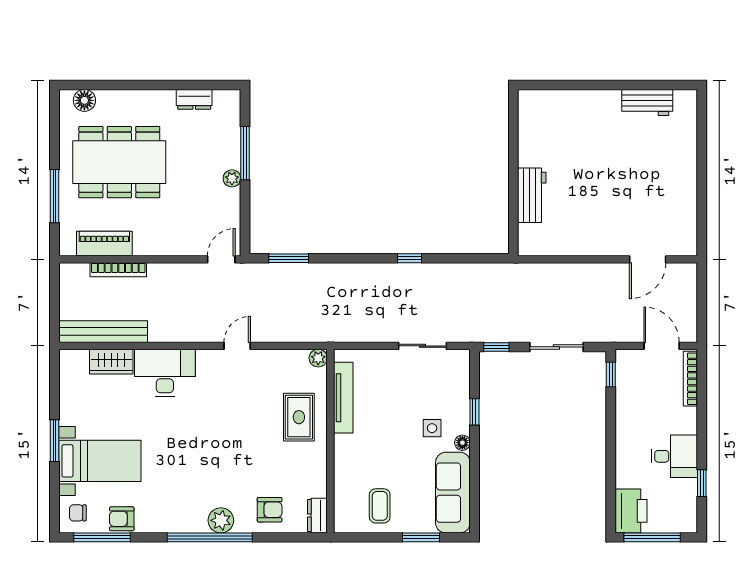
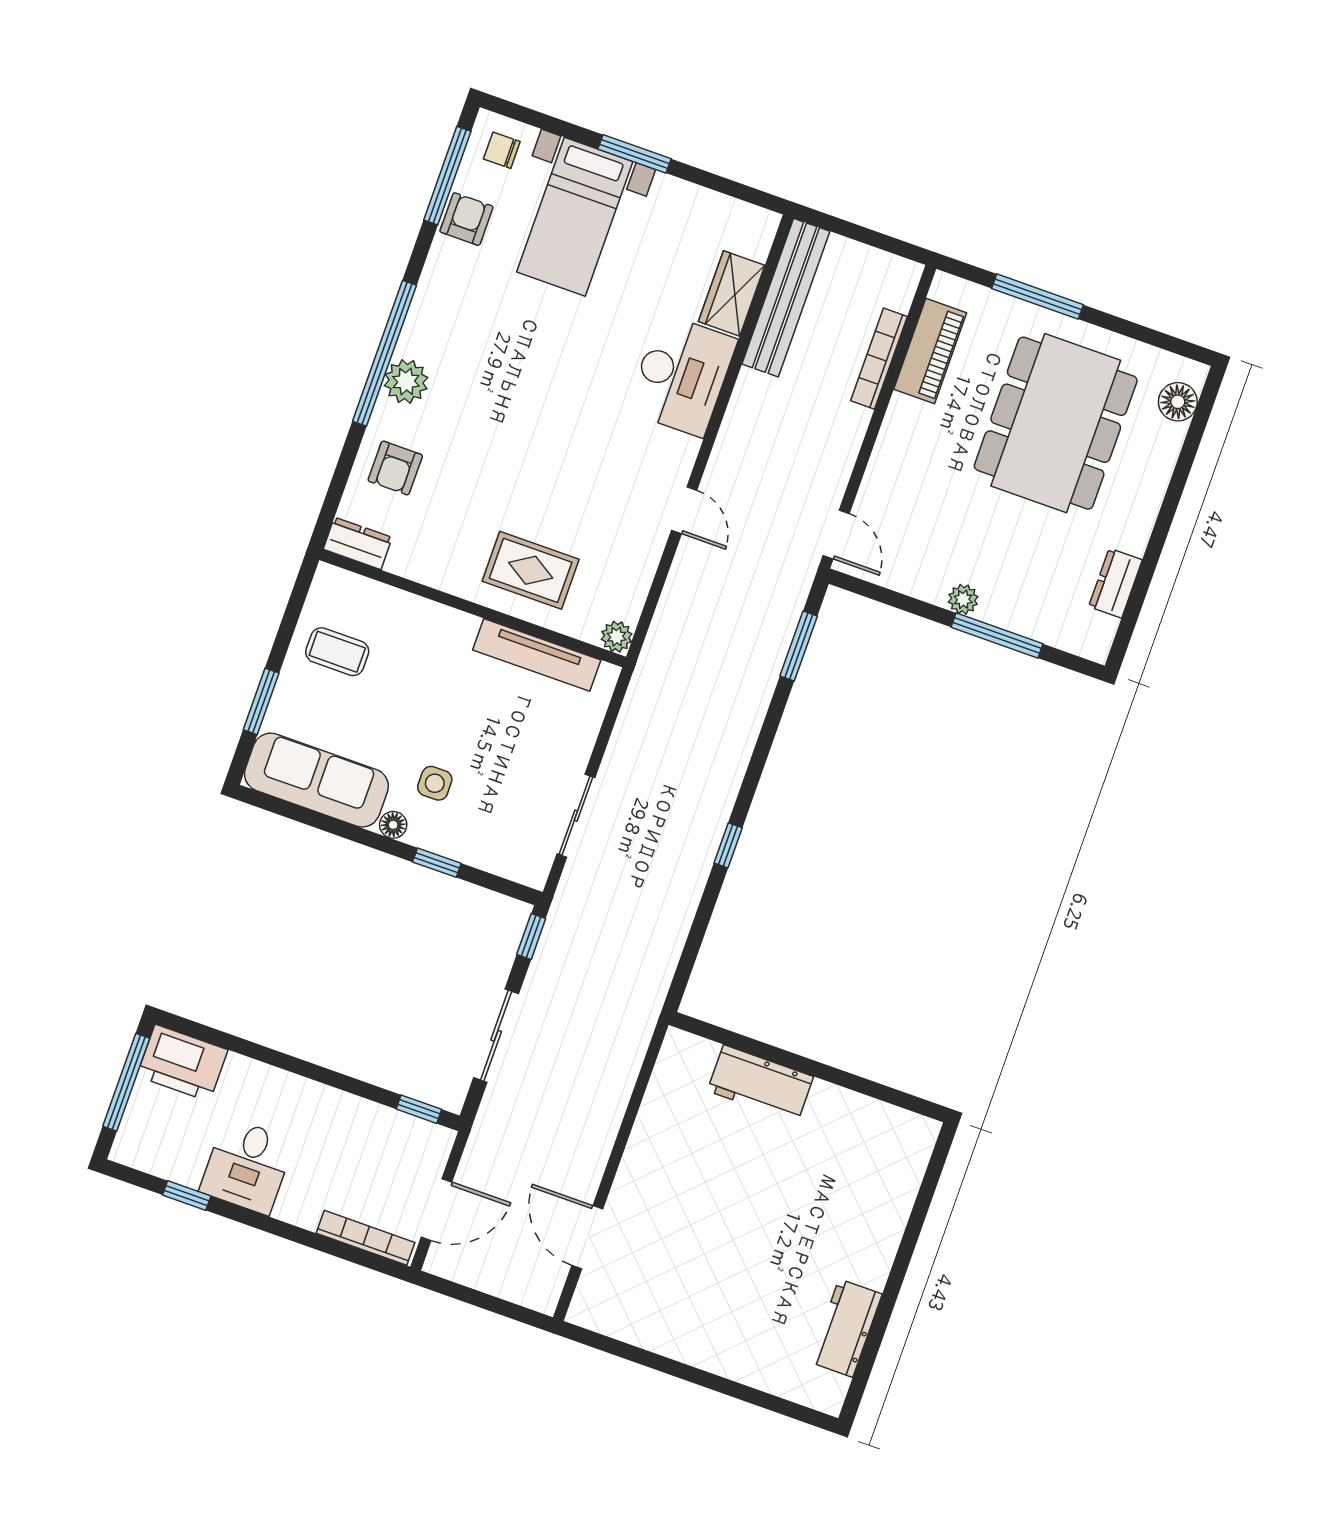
chair: (78, 513) -> (502, 150), turned -90

